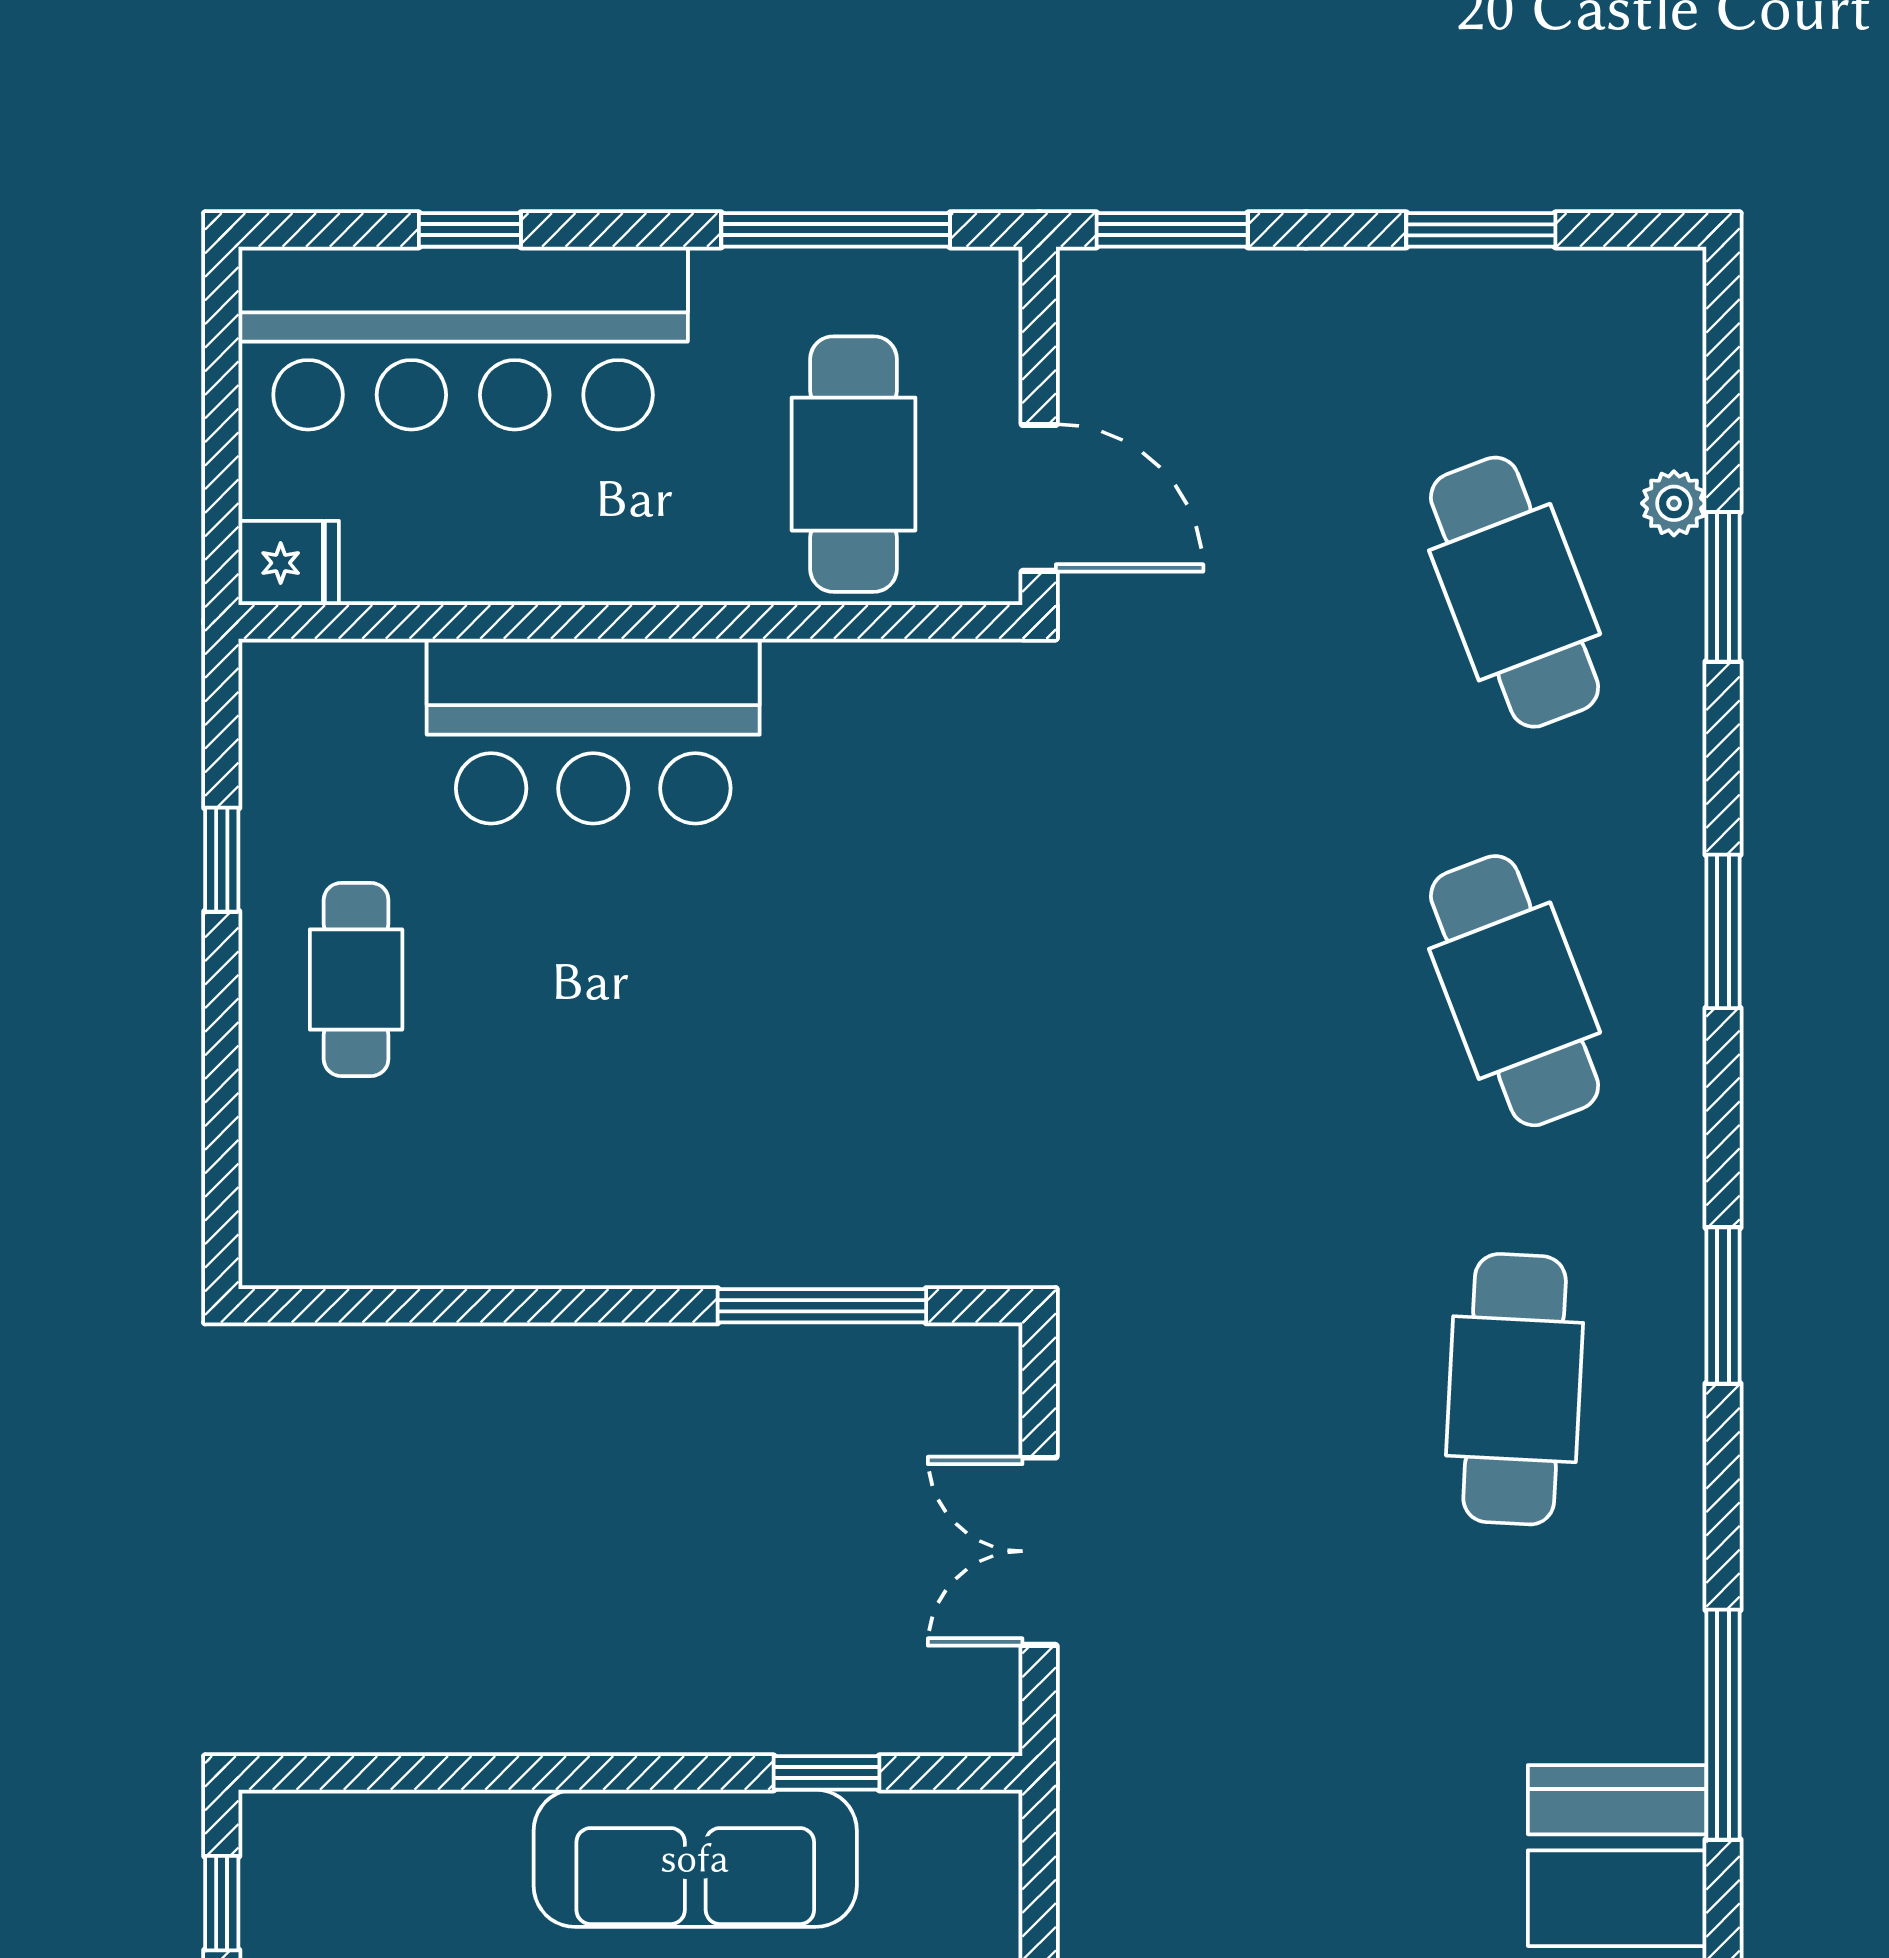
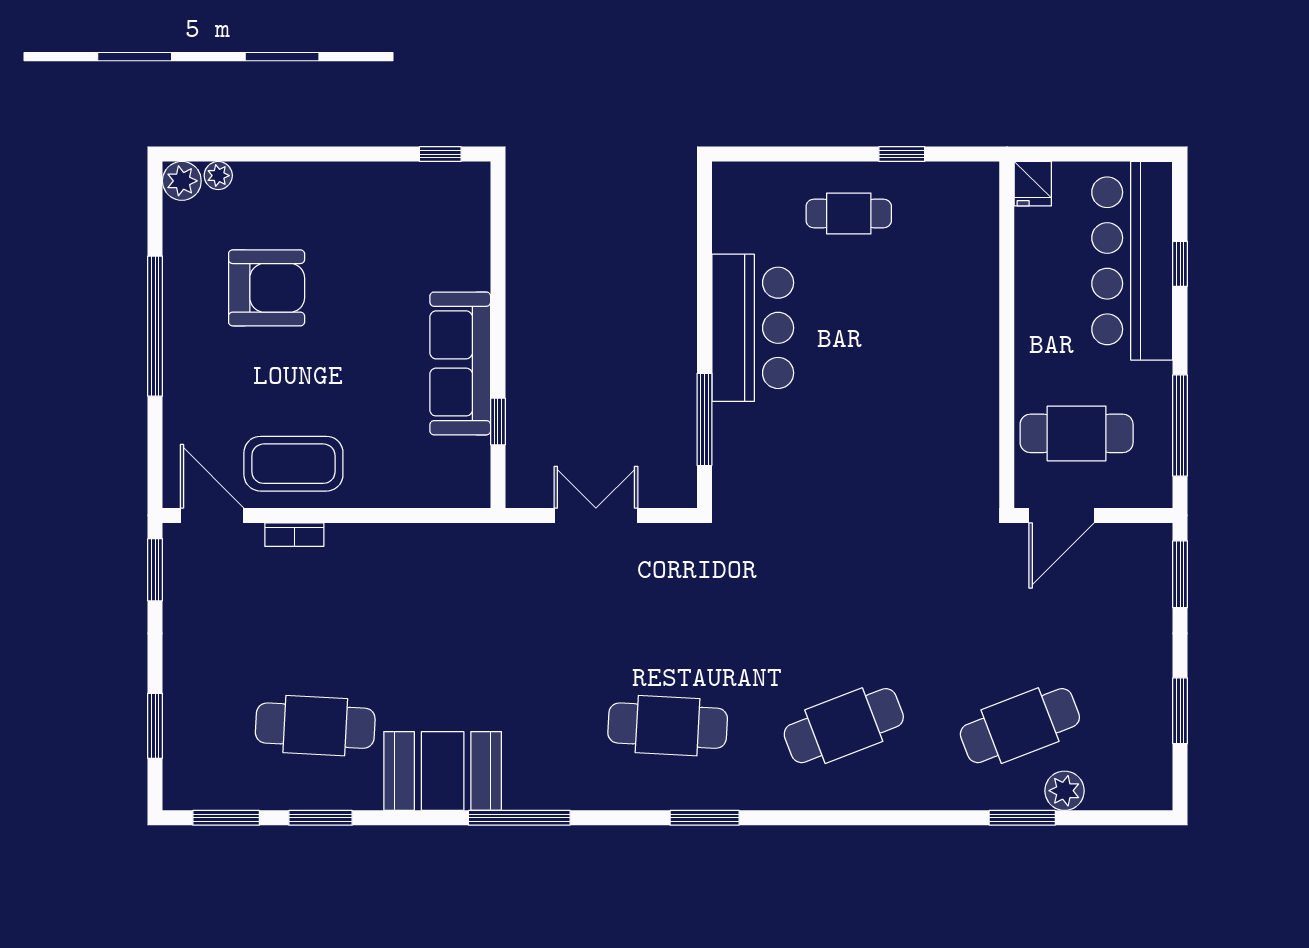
plant: (1674, 503) -> (1065, 791), width x1.38, depth x1.38
bar counter: (593, 731) -> (753, 328), moved, turned 180
window: (1723, 931) -> (870, 818), removed

